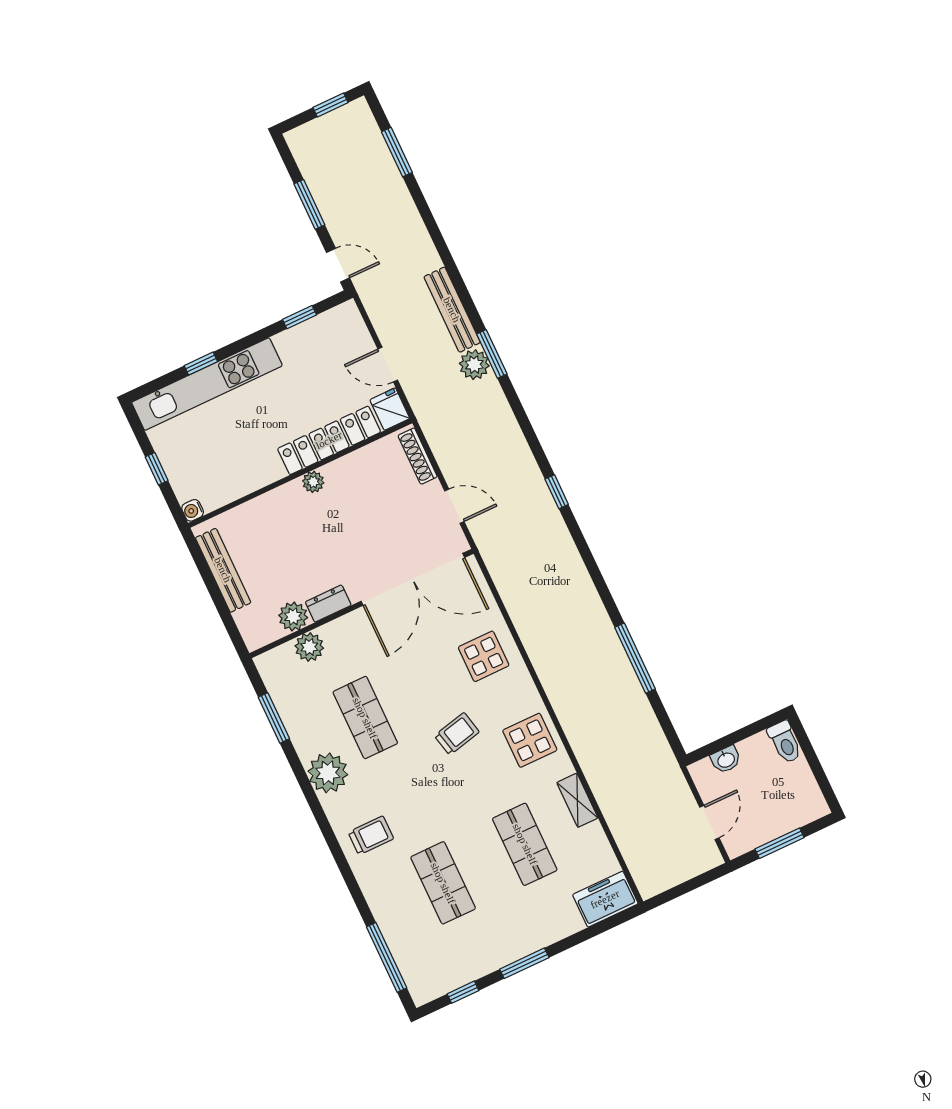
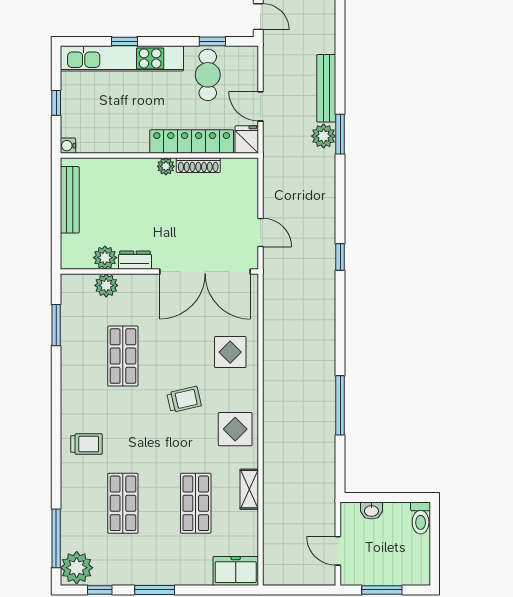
cafe table: (312, 357) -> (208, 75), added
shoe rack: (418, 456) -> (198, 165), moved, turned -90
plant: (328, 773) -> (77, 568), moved
door: (709, 823) -> (338, 551), swing flipped

